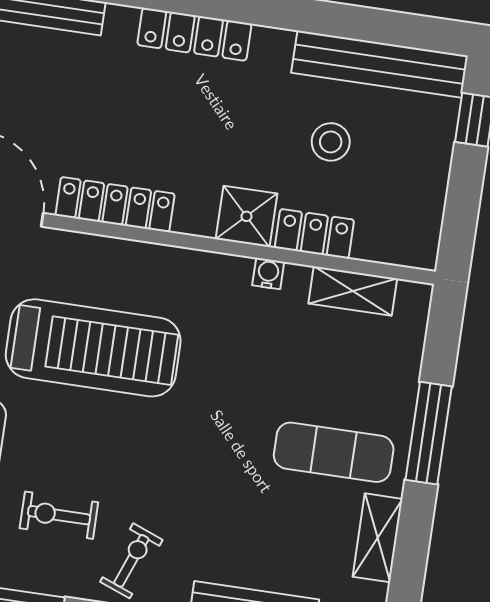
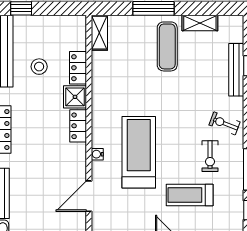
locker: (115, 205) -> (78, 126), moved, width x0.66
water cooler: (268, 274) -> (97, 154), moved
shelving: (353, 291) -> (99, 33), moved

